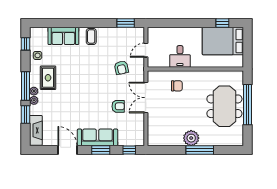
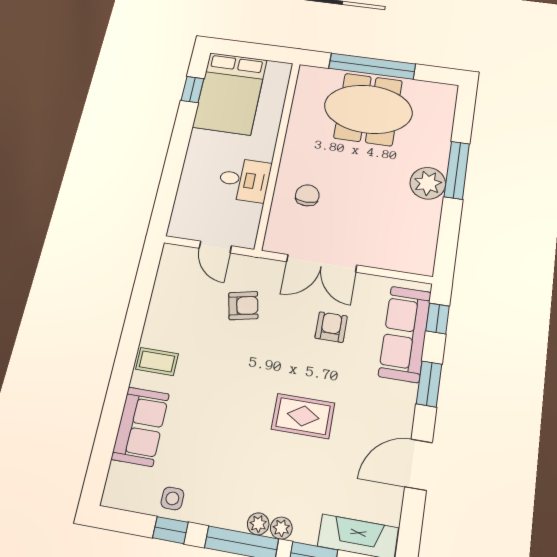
window: (126, 23) -> (145, 280), removed
window: (26, 44) -> (170, 530), moved
rug: (48, 78) -> (303, 416), moved
sofa: (98, 137) -> (405, 334), moved

